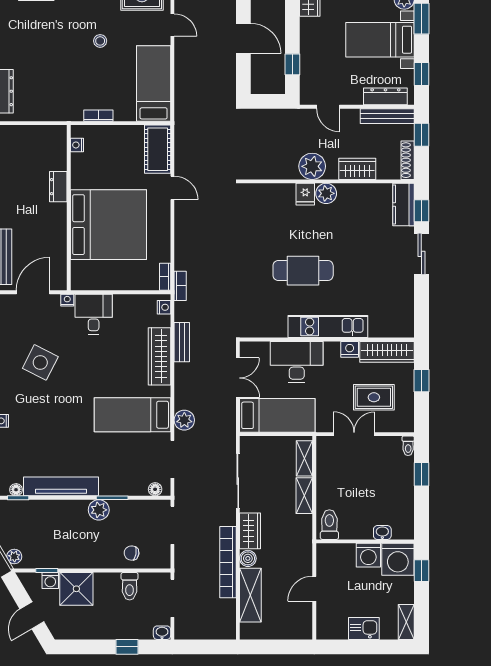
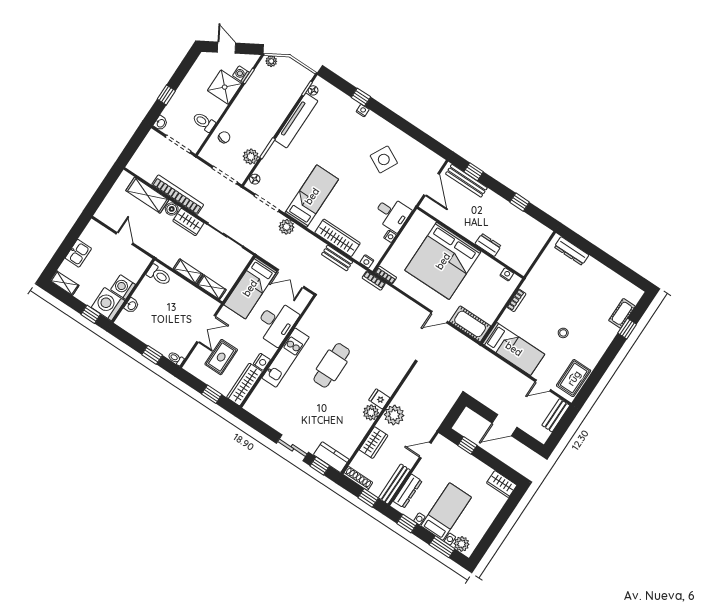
nightstand: (67, 300) -> (390, 236), moved
plant: (99, 510) -> (251, 157), moved

